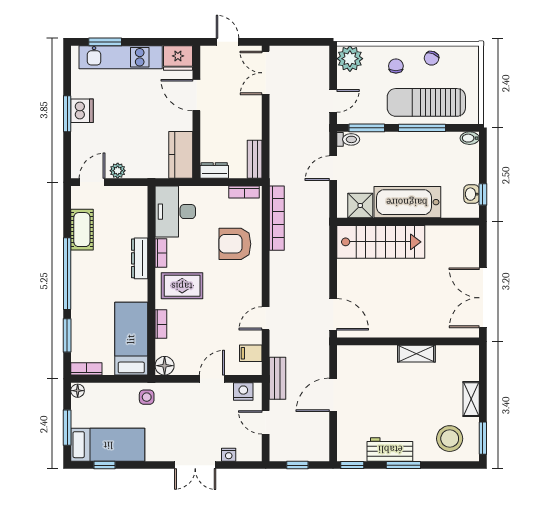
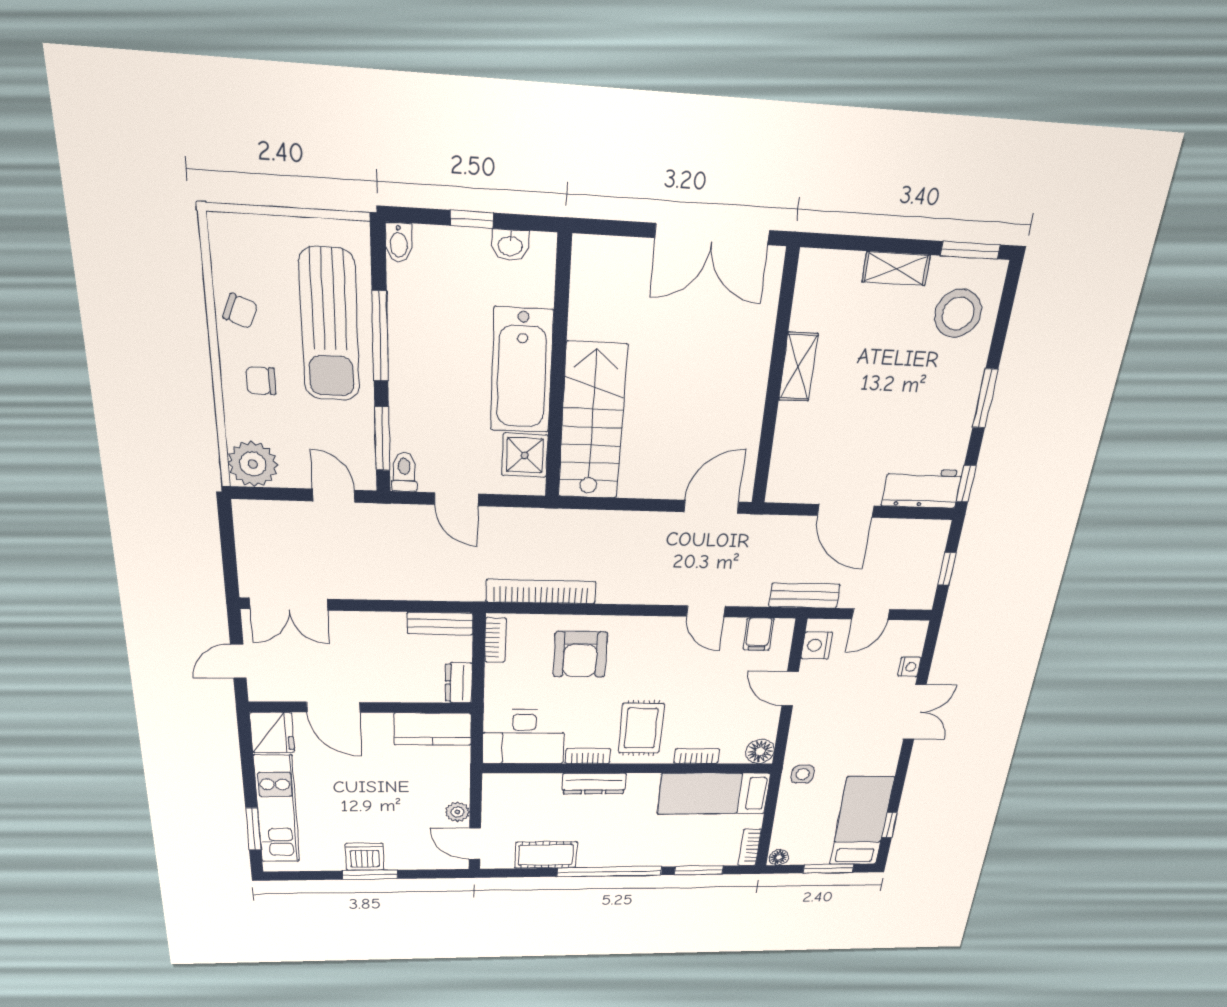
door: (196, 95) -> (333, 707), hinge flipped
window: (483, 194) -> (472, 219), moved
workbench: (390, 449) -> (922, 488), moved, turned 90

